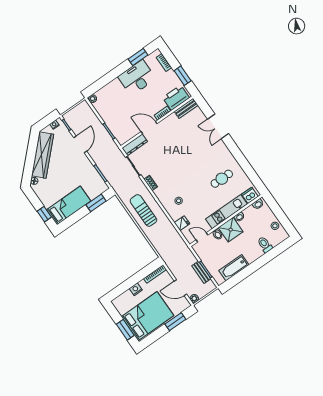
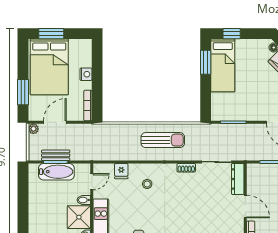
door: (149, 128) -> (245, 207), hinge flipped
window: (96, 203) -> (206, 62), moved
bathtub: (234, 268) -> (56, 172), moved, turned 90

